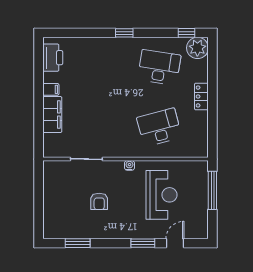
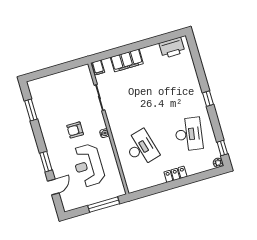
plant: (197, 48) -> (218, 163), width x0.53, depth x0.53
filing cabinet: (51, 89) -> (98, 67), moved
reception desk: (162, 195) -> (88, 165), turned 90
armchair: (99, 201) -> (75, 130), moved
door: (175, 243) -> (53, 187), hinge flipped

